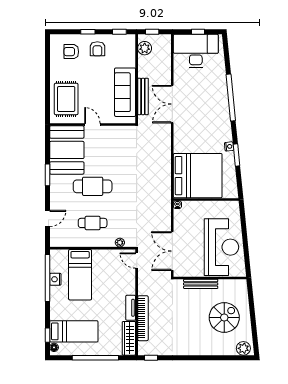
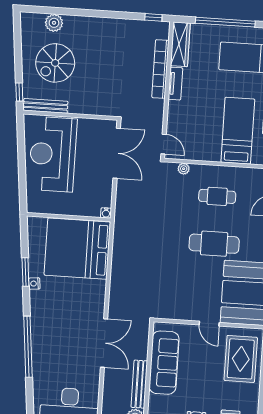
bench: (143, 96) -> (139, 384), moved
bench: (201, 284) -> (46, 106), moved
window: (250, 293) -> (19, 92), added
plant: (243, 348) -> (54, 23), moved

